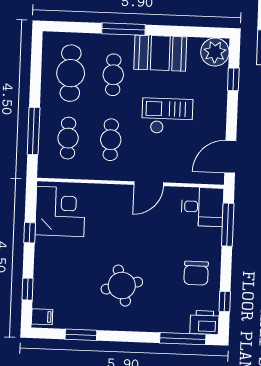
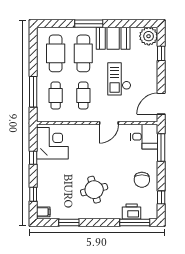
cafe table: (113, 75) -> (83, 53), width x1.37, depth x1.35
checkout: (167, 116) -> (119, 79), turned -90
printer: (205, 322) -> (132, 211), moved

